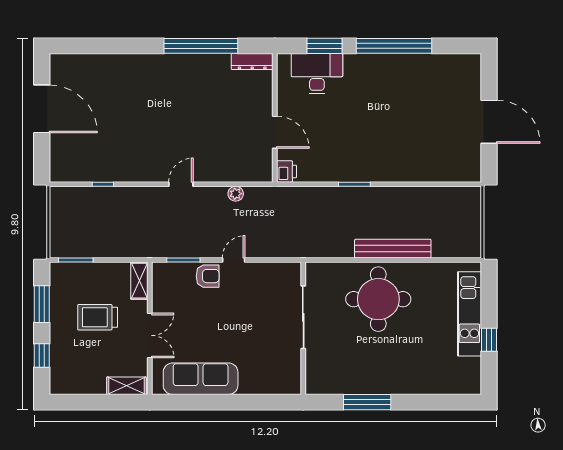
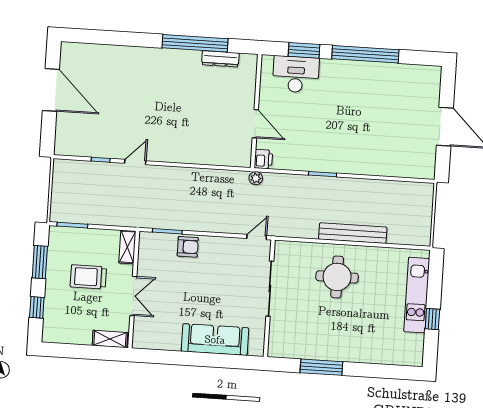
dresser: (252, 62) -> (220, 59), moved
door: (181, 184) -> (135, 162), moved
plant: (236, 194) -> (256, 178), moved
door: (234, 260) -> (257, 237), moved
round table: (378, 299) -> (337, 277), width x0.73, depth x0.73
sofa: (201, 379) -> (215, 340), moved

